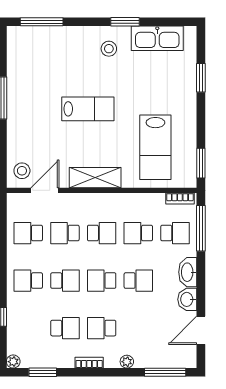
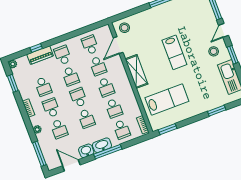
door: (83, 22) -> (223, 30), added
lab bench: (155, 147) -> (167, 100), turned 180
door: (45, 190) -> (118, 45), swing flipped
window: (201, 228) -> (108, 152), moved
school desk: (65, 233) -> (98, 66), turned 180
school desk: (138, 233) -> (114, 108), turned 180
piano: (15, 315) -> (40, 55), added
school desk: (138, 328) -> (59, 129), added

